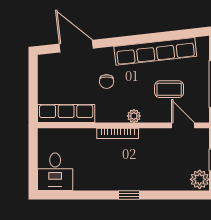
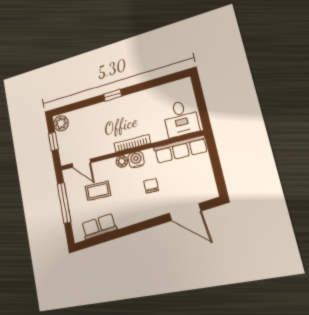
row of seats: (155, 51) -> (99, 226), width x0.50
water cooler: (117, 114) -> (136, 160), added
desk: (55, 172) -> (181, 118), moved, turned 180

